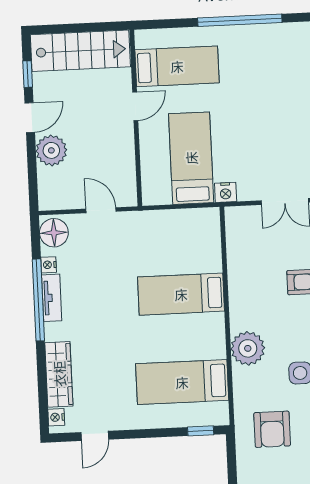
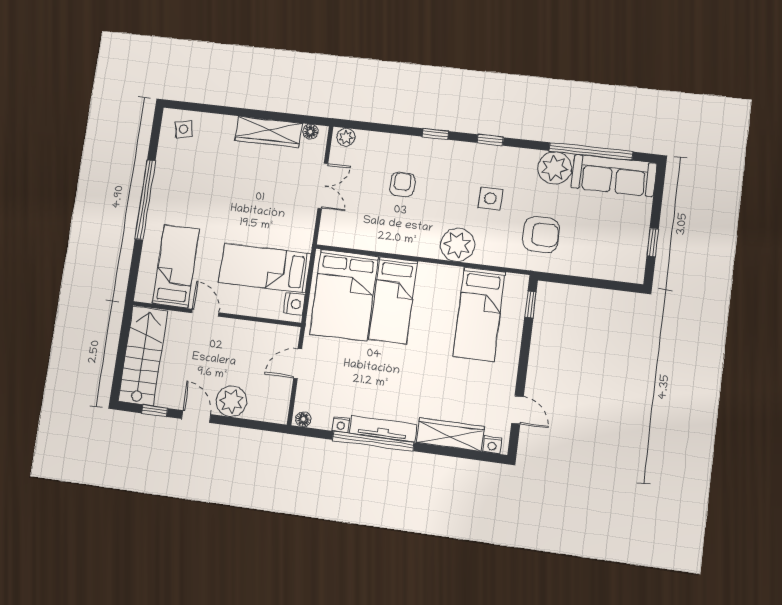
nightstand: (226, 192) -> (294, 304), moved
floor lamp: (54, 233) -> (303, 419), width x0.53, depth x0.53
bed: (178, 244) -> (344, 295), added
tv unit: (52, 298) -> (383, 429), width x1.41

